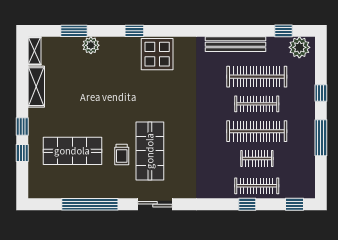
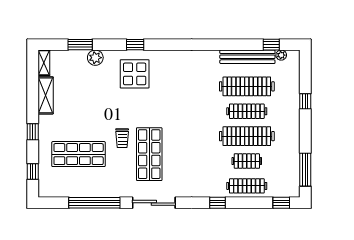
bench: (236, 44) -> (247, 57), moved
plant: (299, 47) -> (281, 55), width x0.53, depth x0.53
display table: (157, 54) -> (135, 74), moved
window: (321, 138) -> (305, 170), moved
window: (22, 153) -> (33, 171), moved
trolley: (122, 154) -> (122, 138), moved
sliding door: (155, 204) -> (154, 203), width x1.37
window: (247, 204) -> (217, 203), moved

